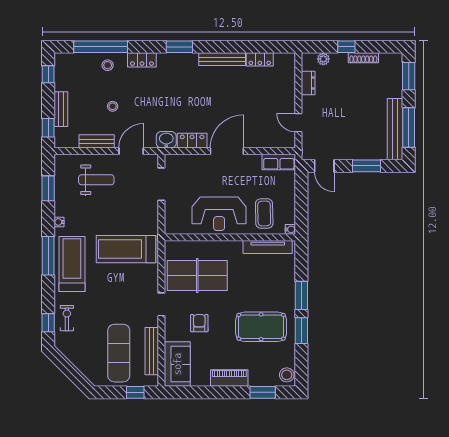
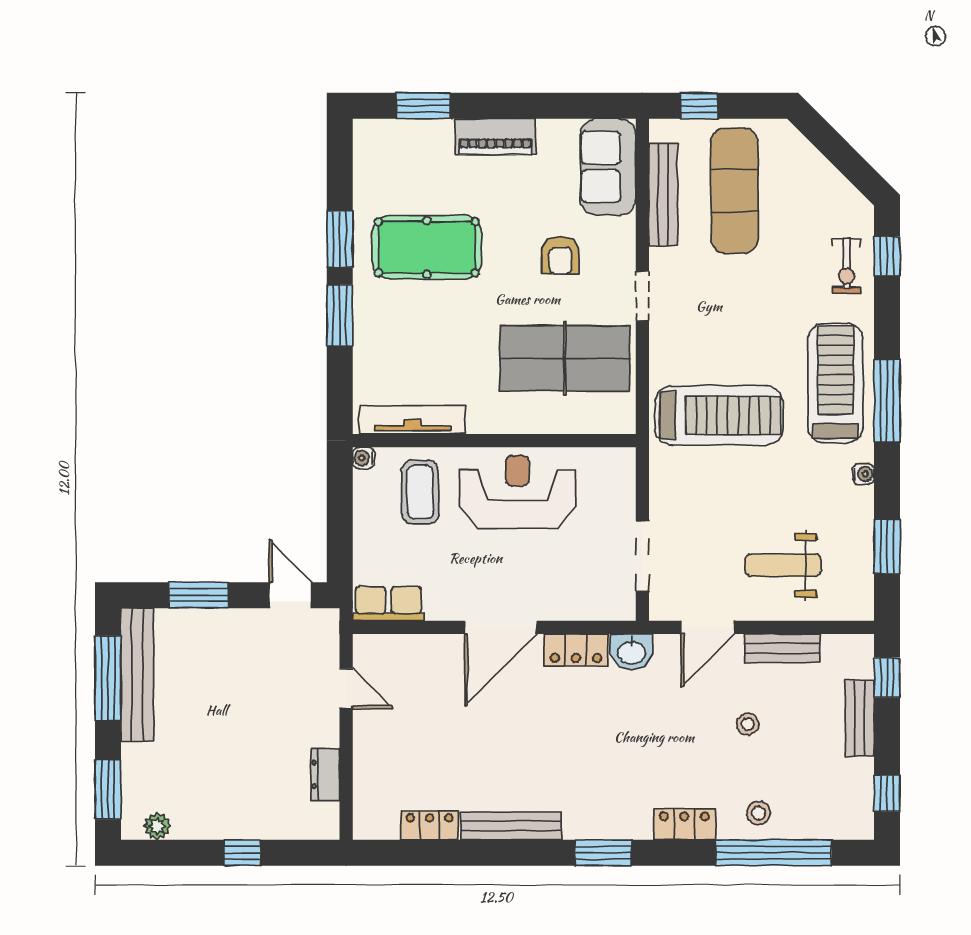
shoe rack: (363, 58) -> (206, 829), removed
plant: (323, 59) -> (157, 826), moved
treadmill: (72, 264) -> (836, 383), turned 180
stool: (287, 375) -> (371, 143), removed

